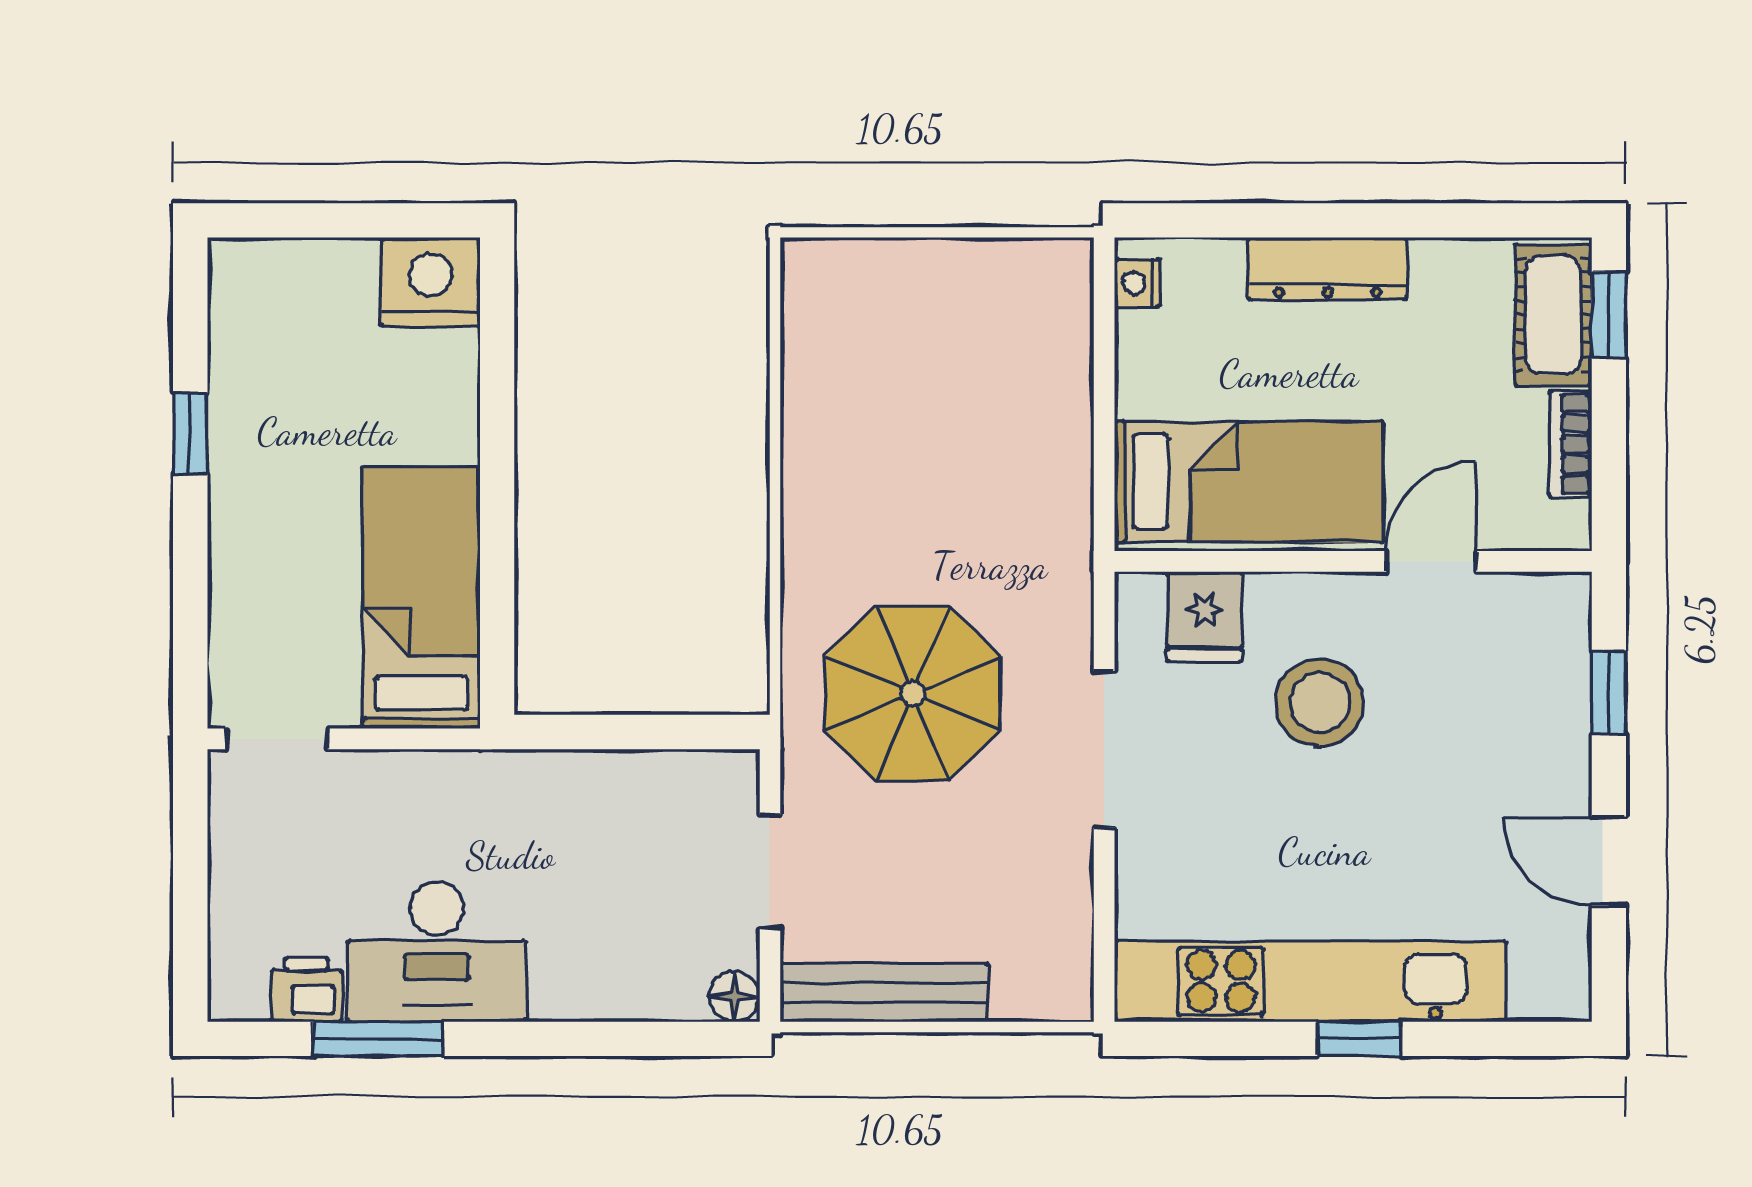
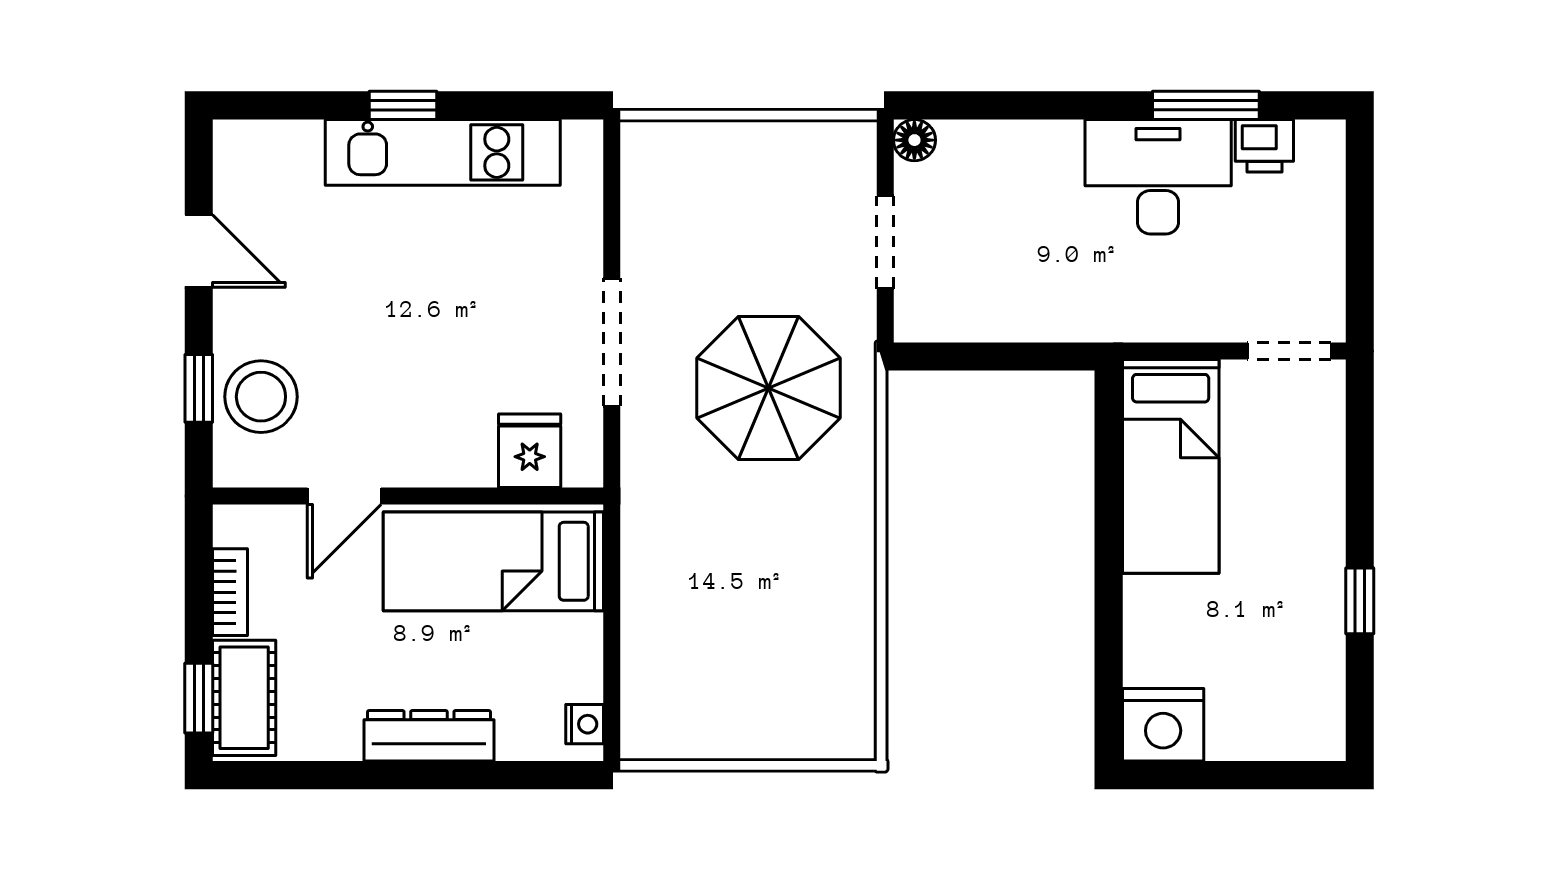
stool: (1320, 703) -> (261, 397), moved
kitchen unit: (1311, 981) -> (443, 152), width x0.73
bench: (884, 993) -> (792, 143), removed

